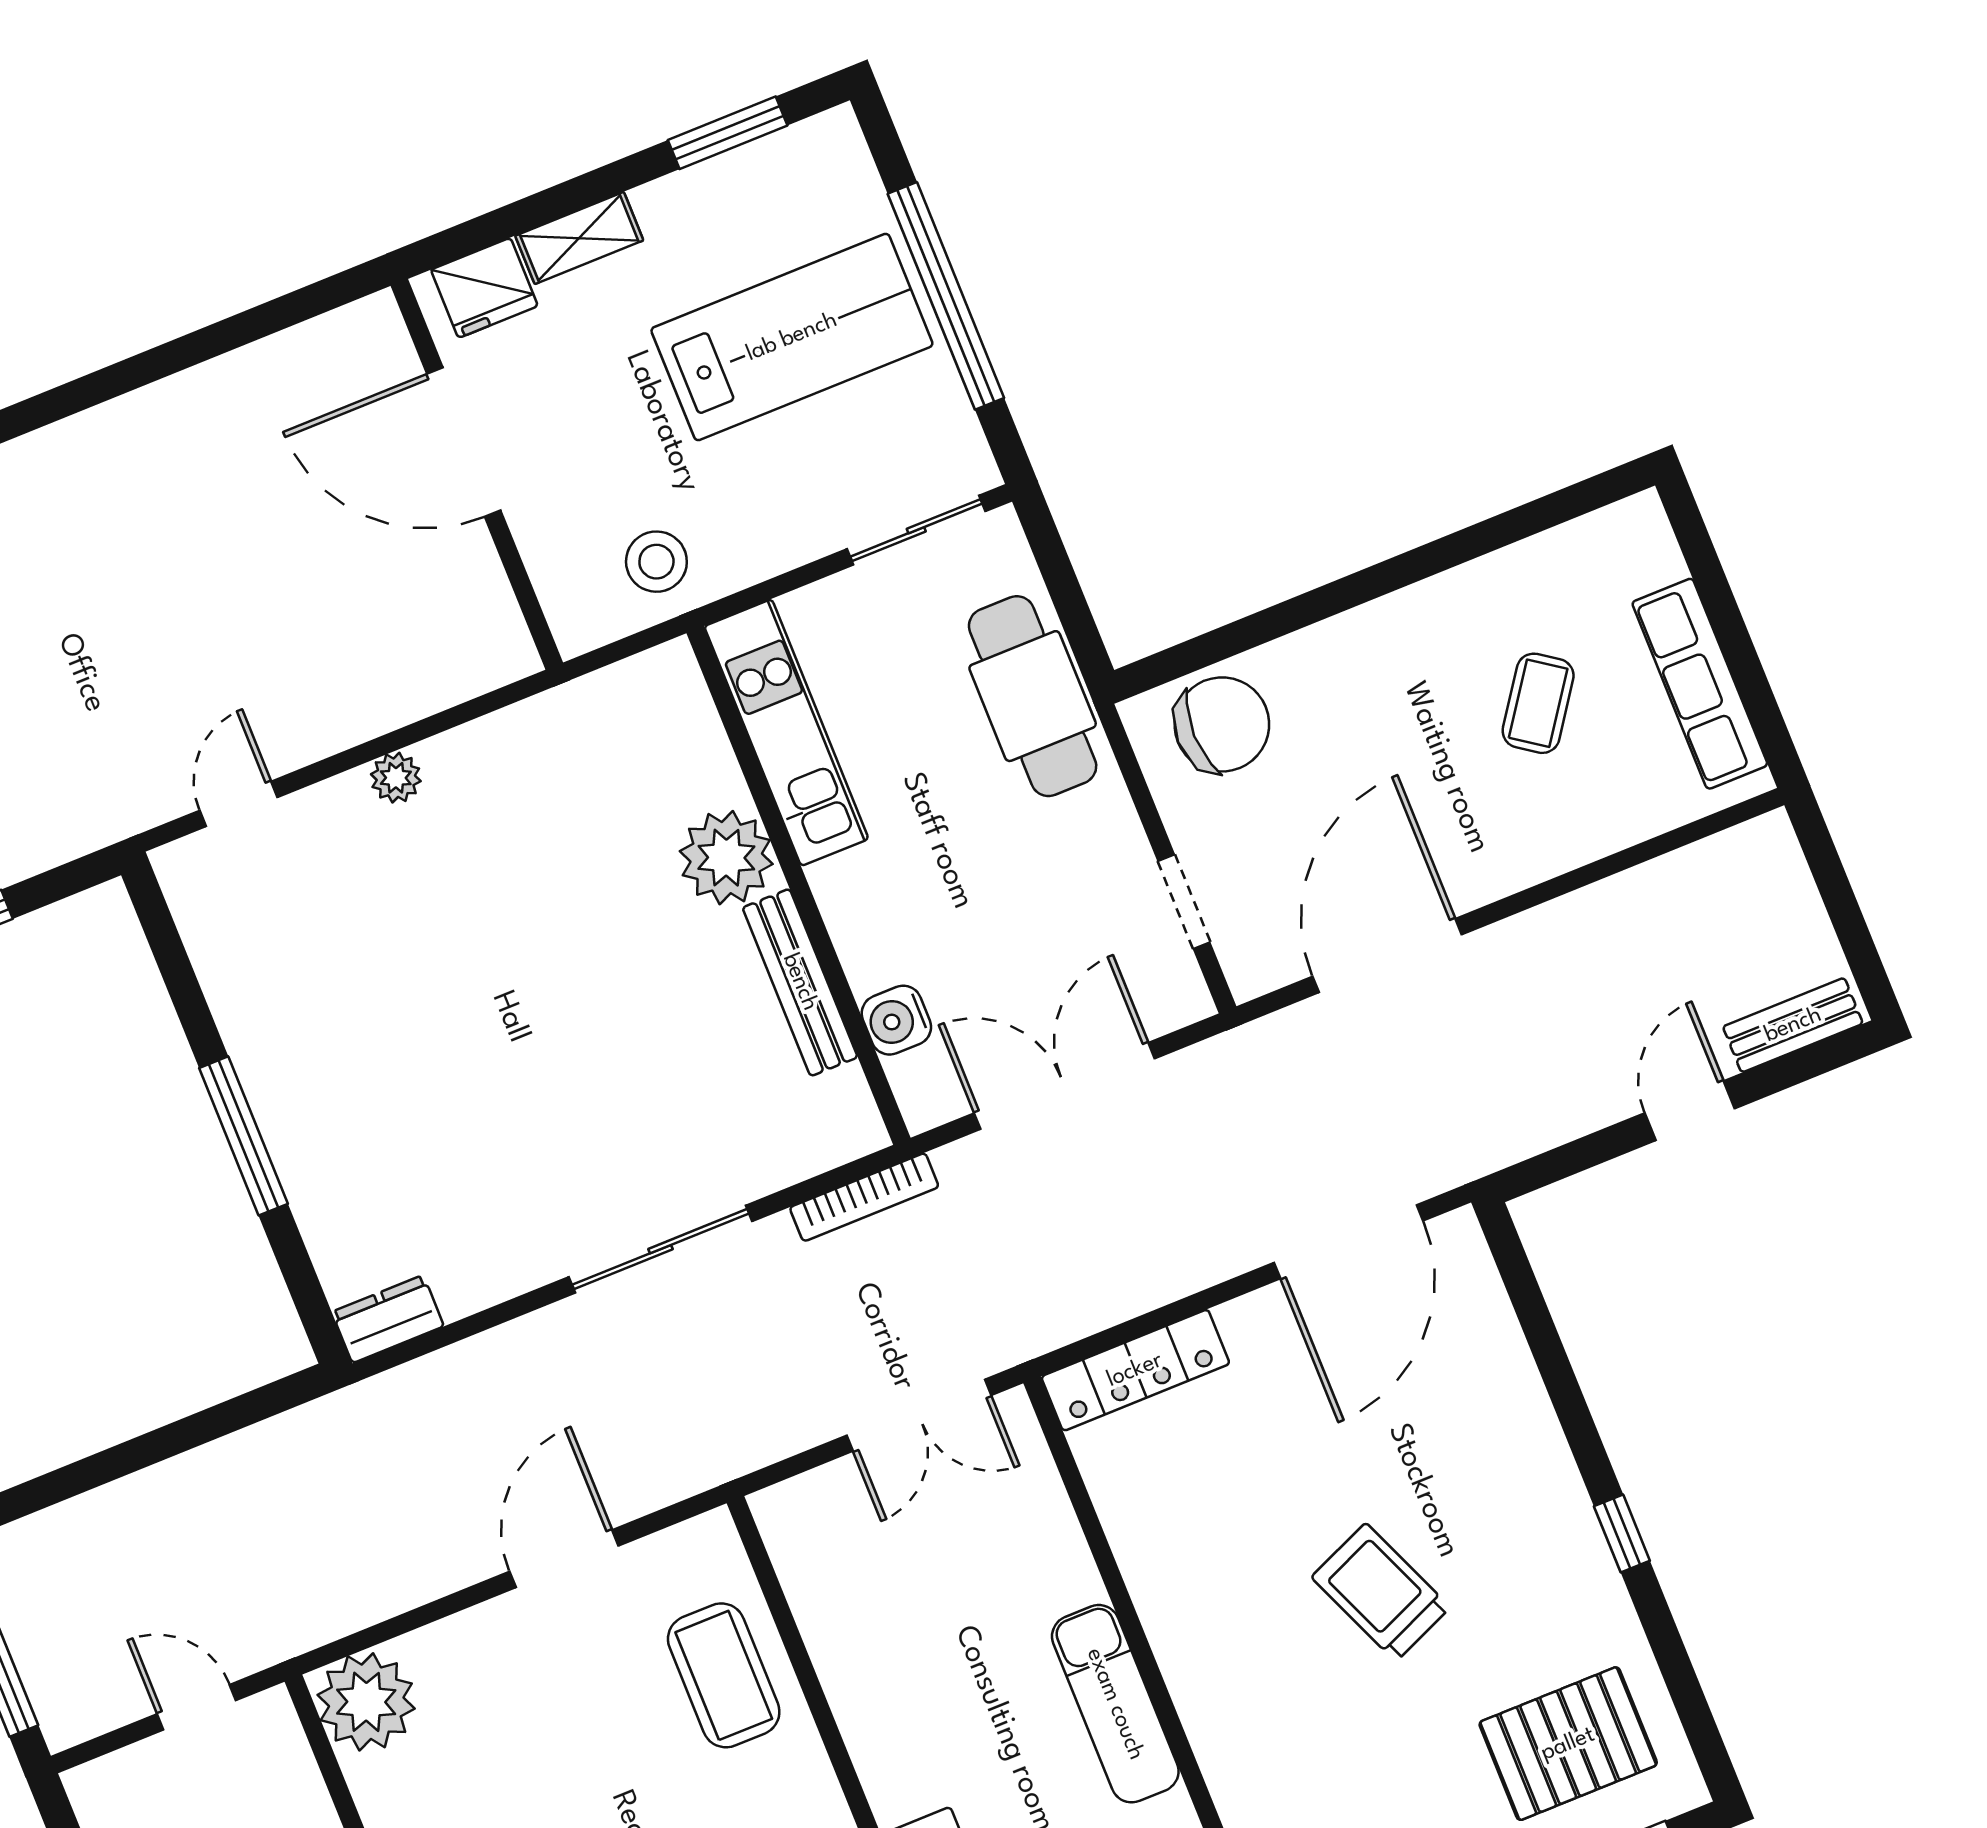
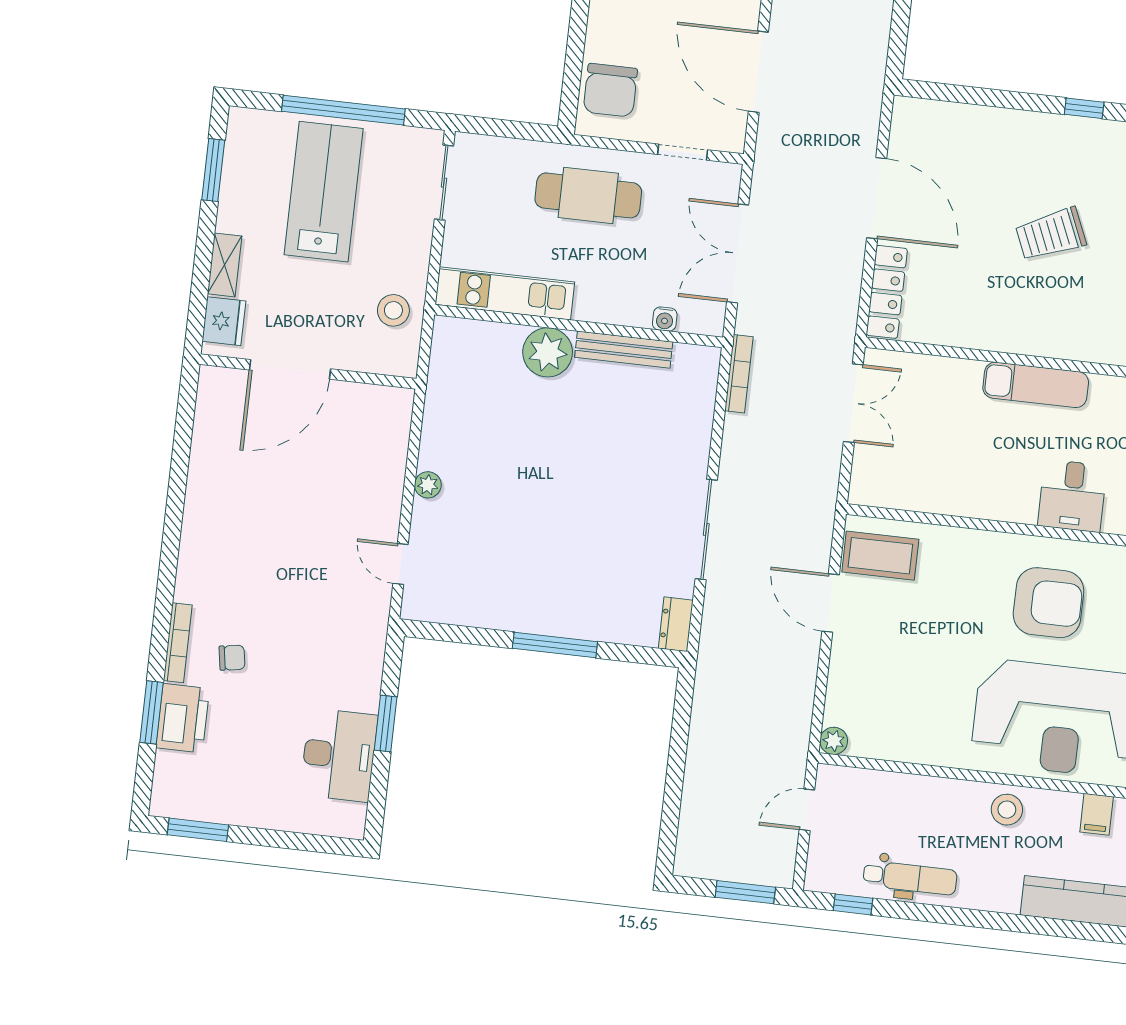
cafe table: (1033, 696) -> (588, 195), moved
chair: (1222, 724) -> (610, 90), turned 180
water cooler: (896, 1020) -> (665, 319), width x0.72, depth x0.72
door: (1348, 1242) -> (877, 198), moved
sliding door: (661, 1249) -> (706, 529), moved
coffee table: (724, 1675) -> (880, 556), moved
plant: (366, 1702) -> (834, 741), width x0.53, depth x0.53

